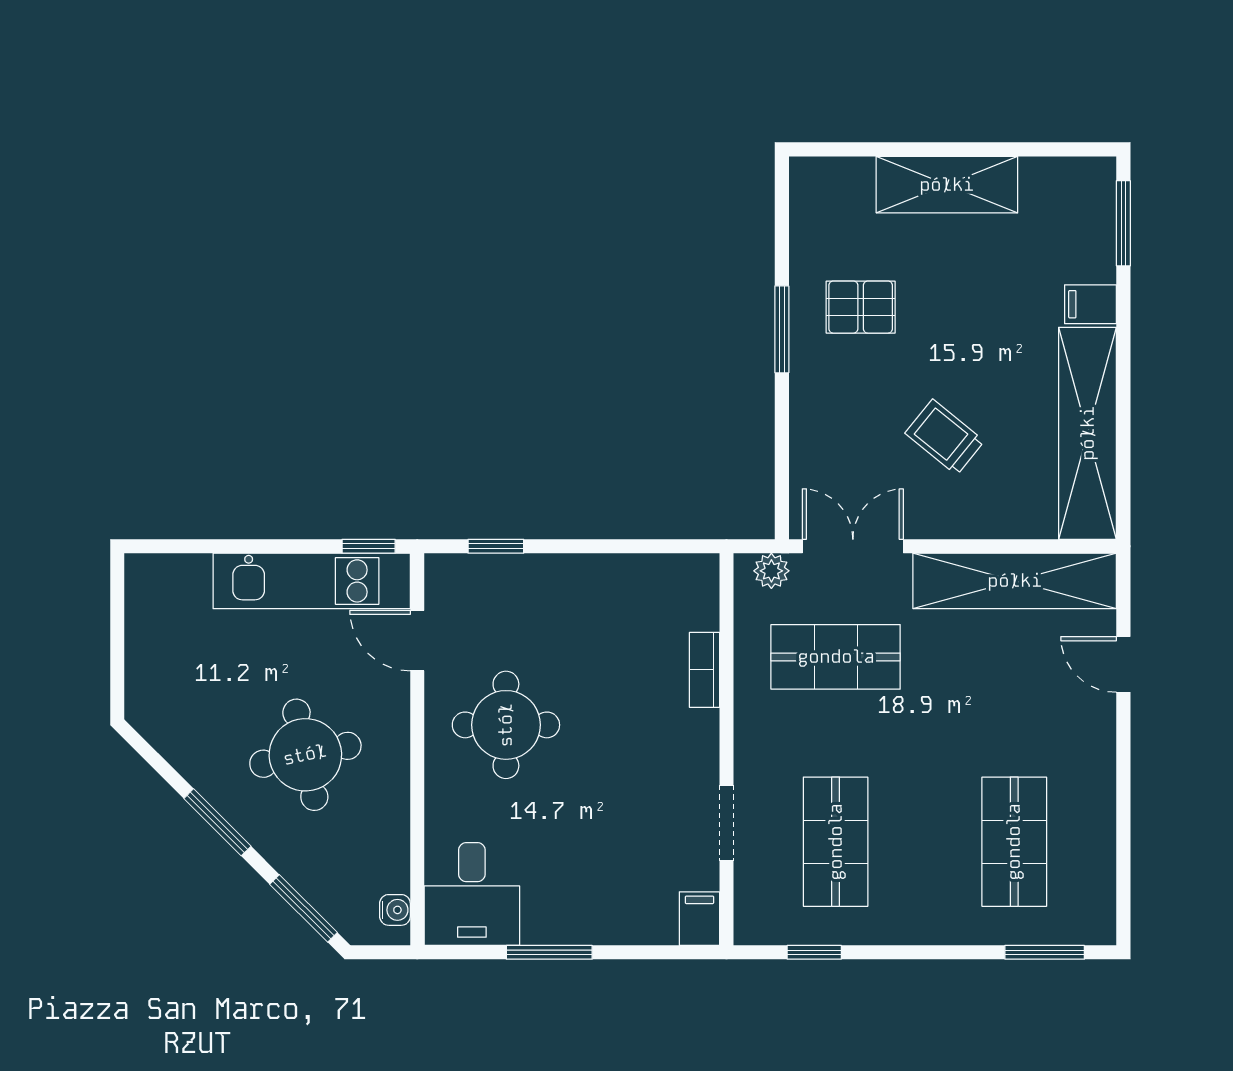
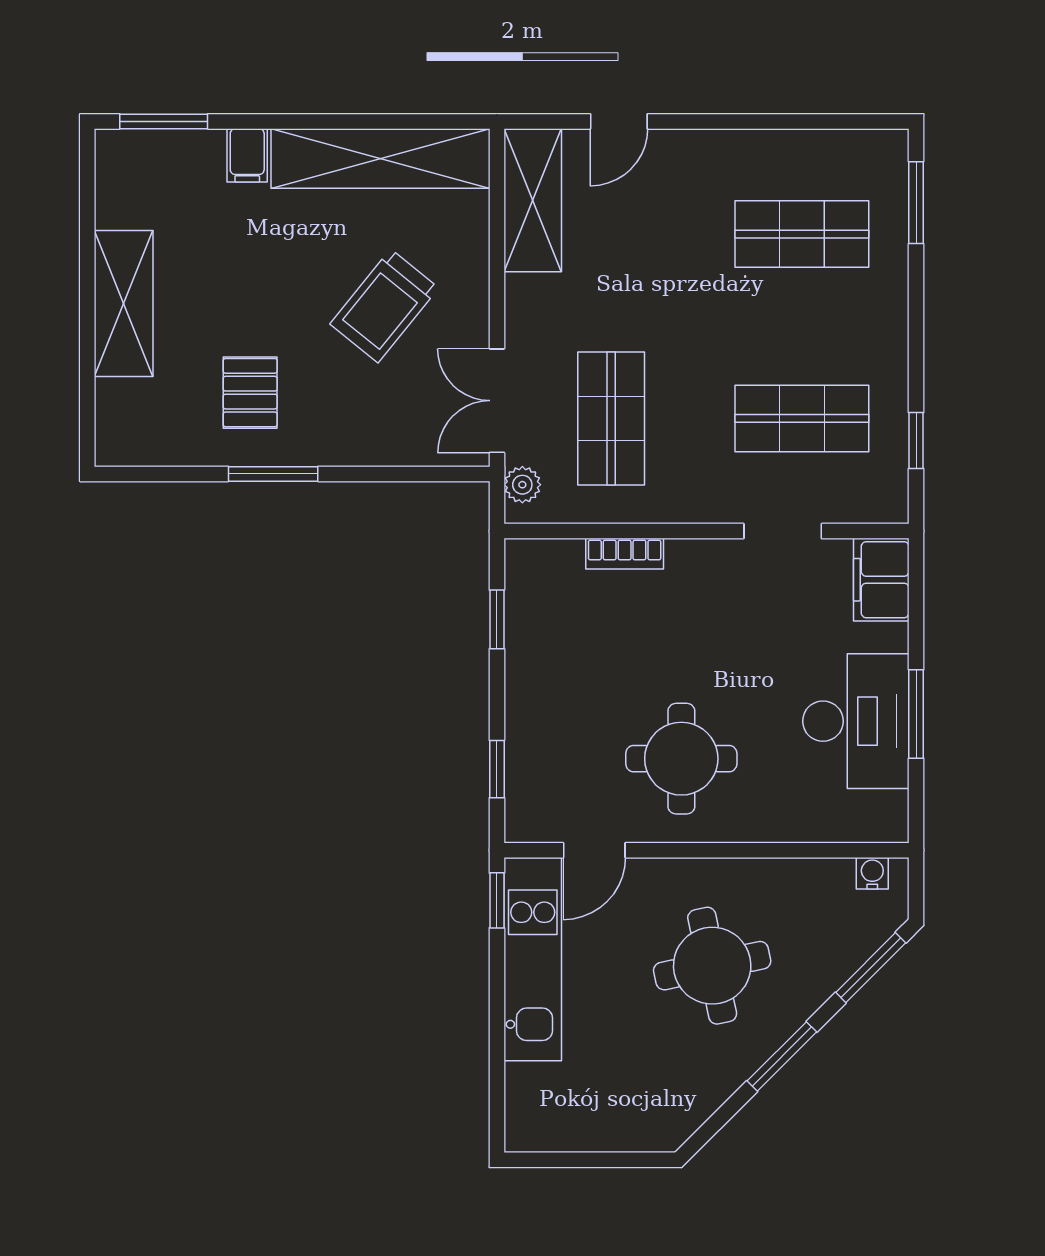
trolley: (945, 437) -> (384, 306), width x1.36, depth x1.39
window: (641, 546) -> (497, 619), added
shelving: (1015, 581) -> (533, 200), width x0.68
desk: (472, 894) -> (856, 721), moved, width x1.37
filing cabinet: (699, 919) -> (881, 580), width x2.00

